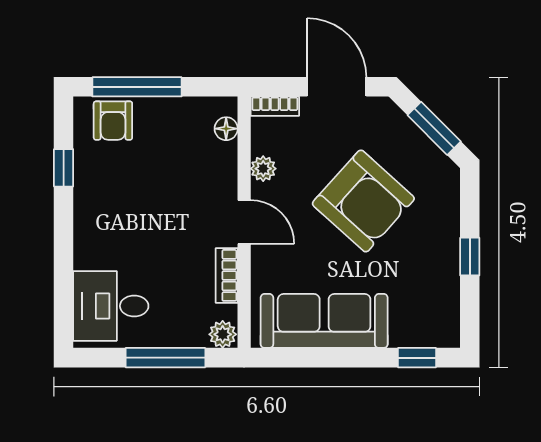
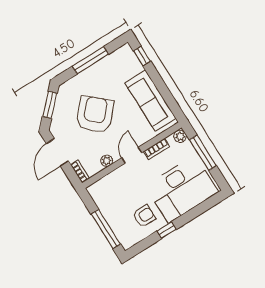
armchair: (113, 121) -> (144, 216), moved
floor lamp: (226, 129) -> (100, 185), removed
window: (64, 168) -> (167, 230), moved
window: (470, 257) -> (90, 60), width x2.17
desk: (111, 306) -> (182, 189), width x1.87, depth x1.30

